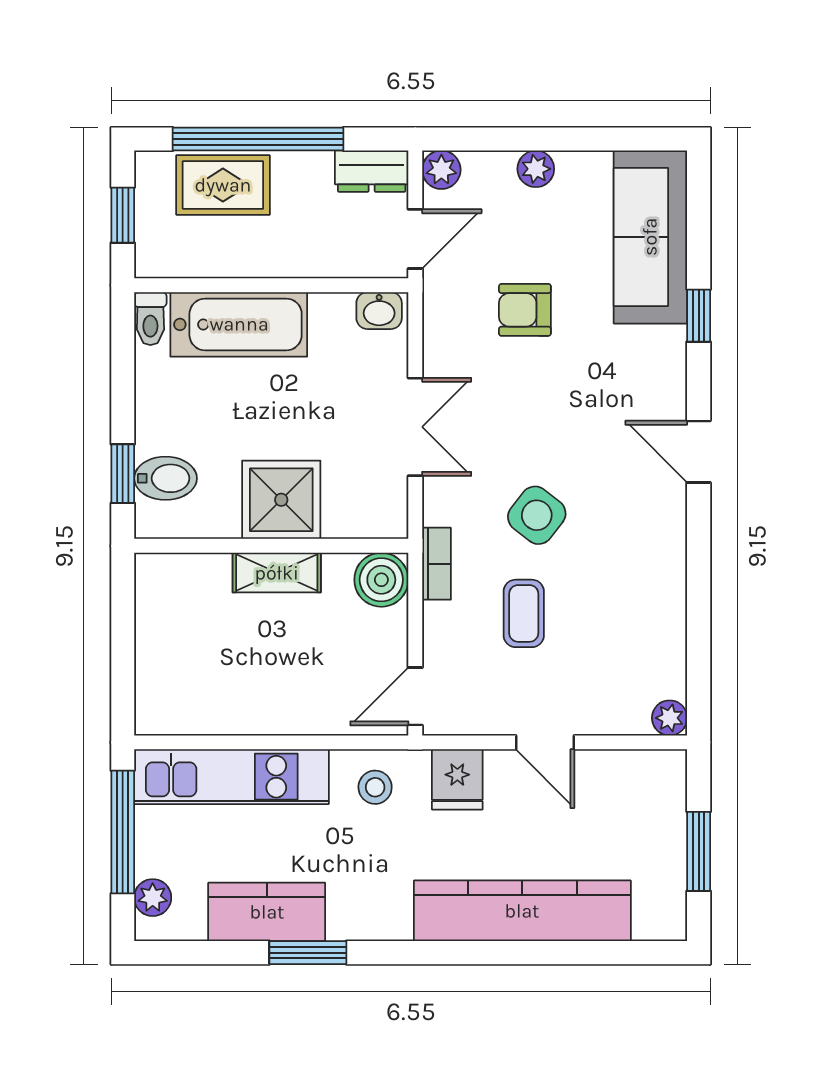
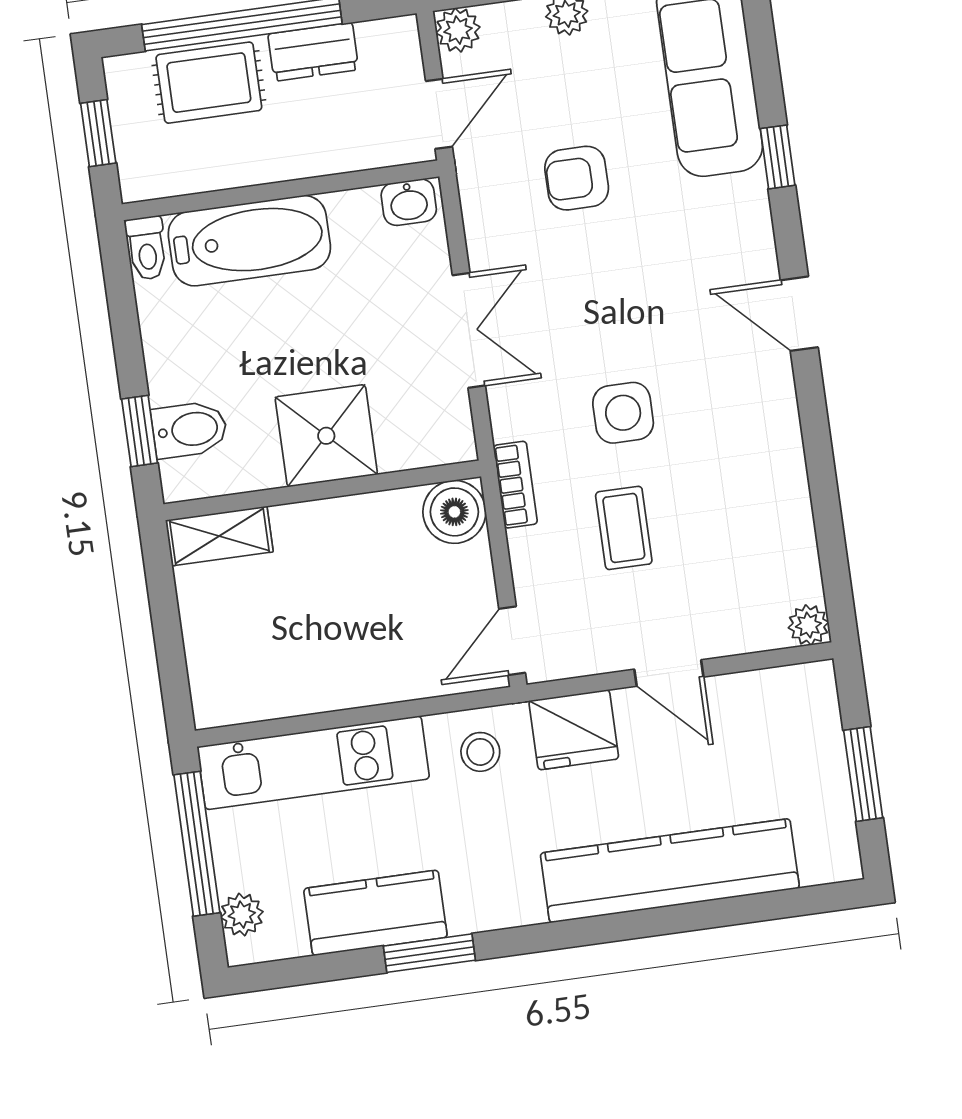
dresser: (372, 171) -> (313, 52), moved
side table: (537, 515) -> (623, 413), turned -38
shelving: (277, 573) -> (219, 536), moved
fridge: (457, 779) -> (574, 730), width x1.38

